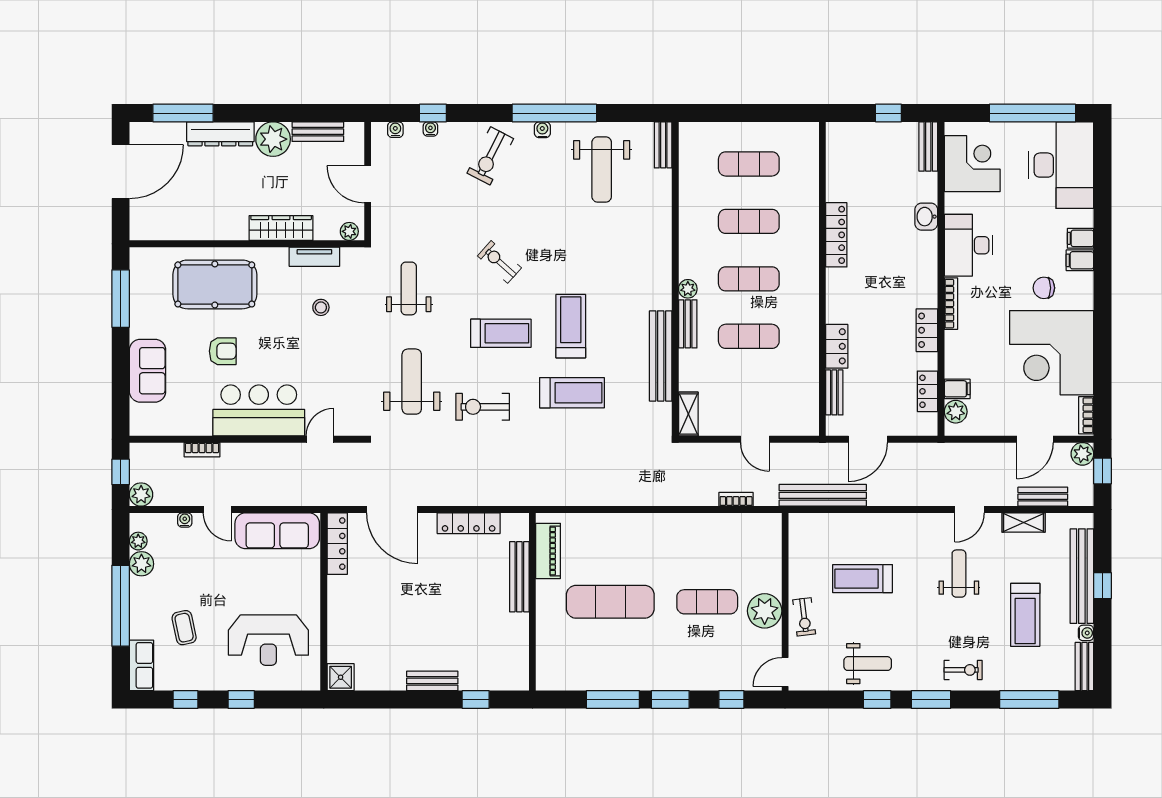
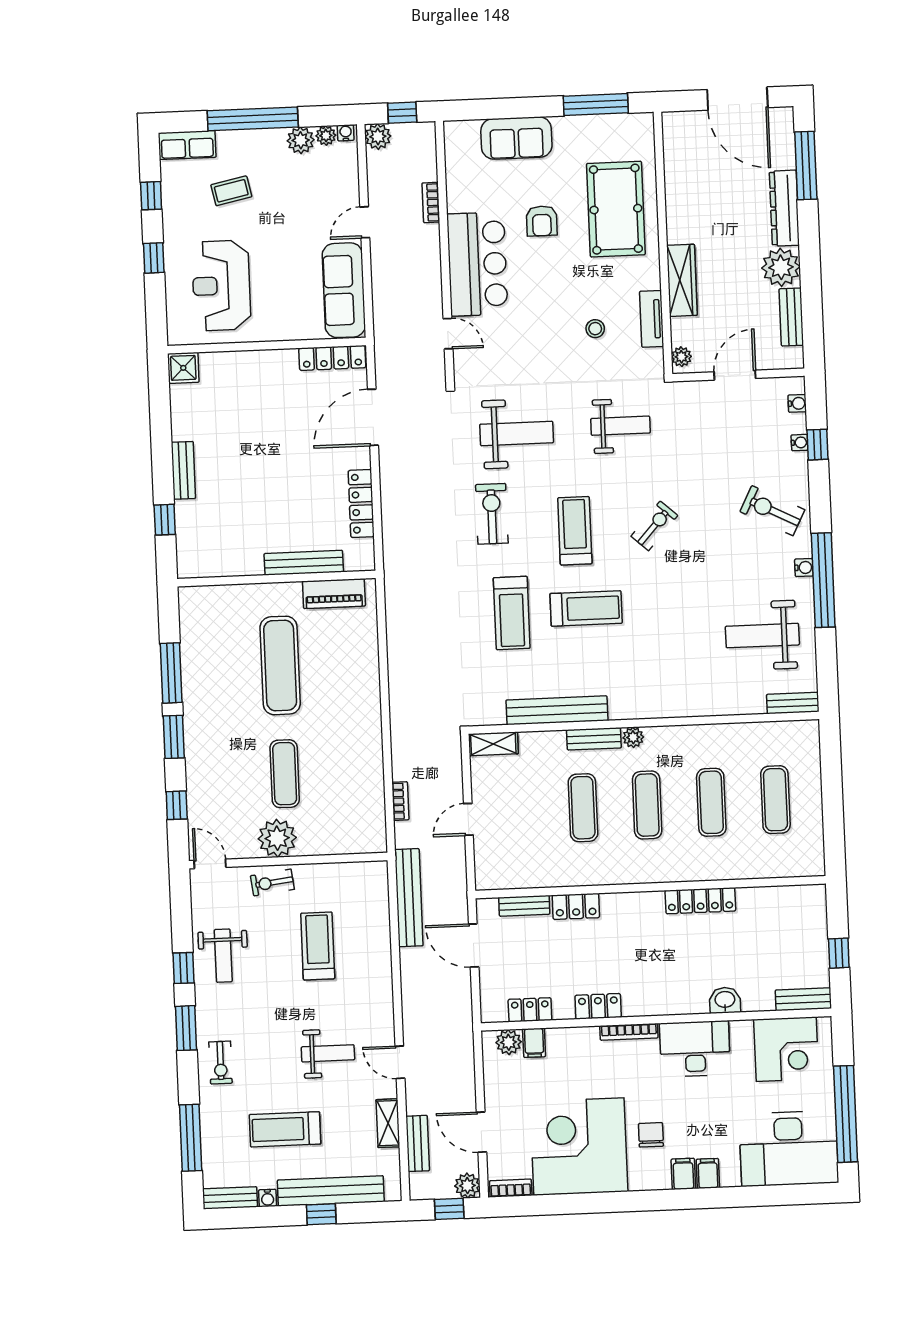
treadmill: (501, 333) -> (575, 531), turned 180
water cooler: (185, 520) -> (346, 133), moved, turned -90

